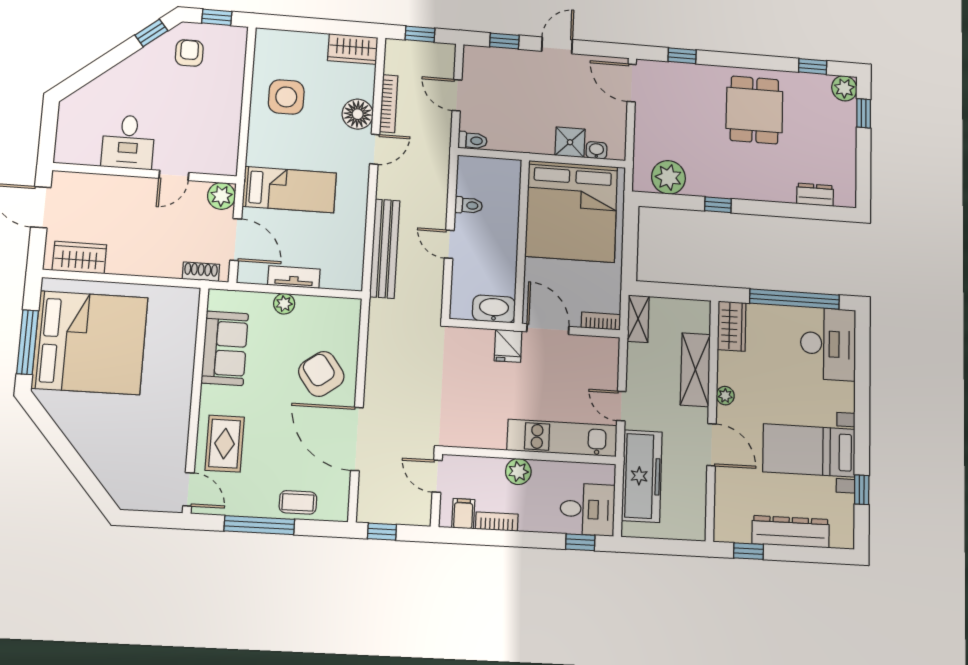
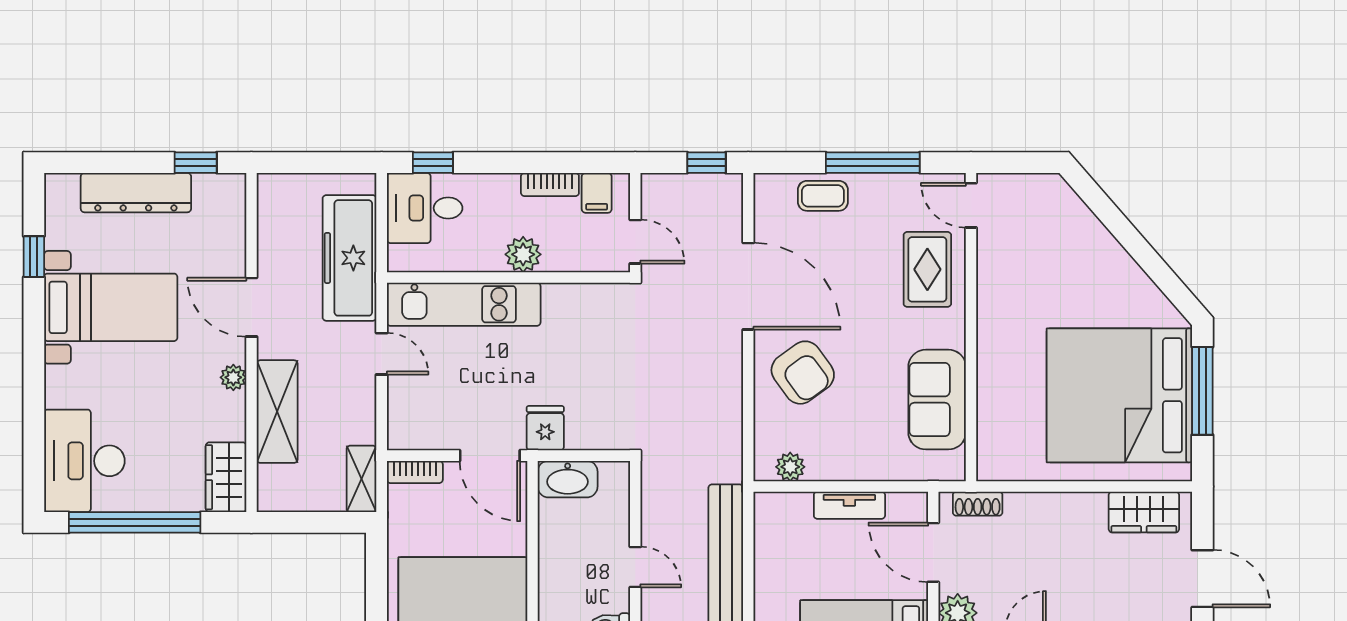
plant: (284, 304) -> (790, 467), moved

